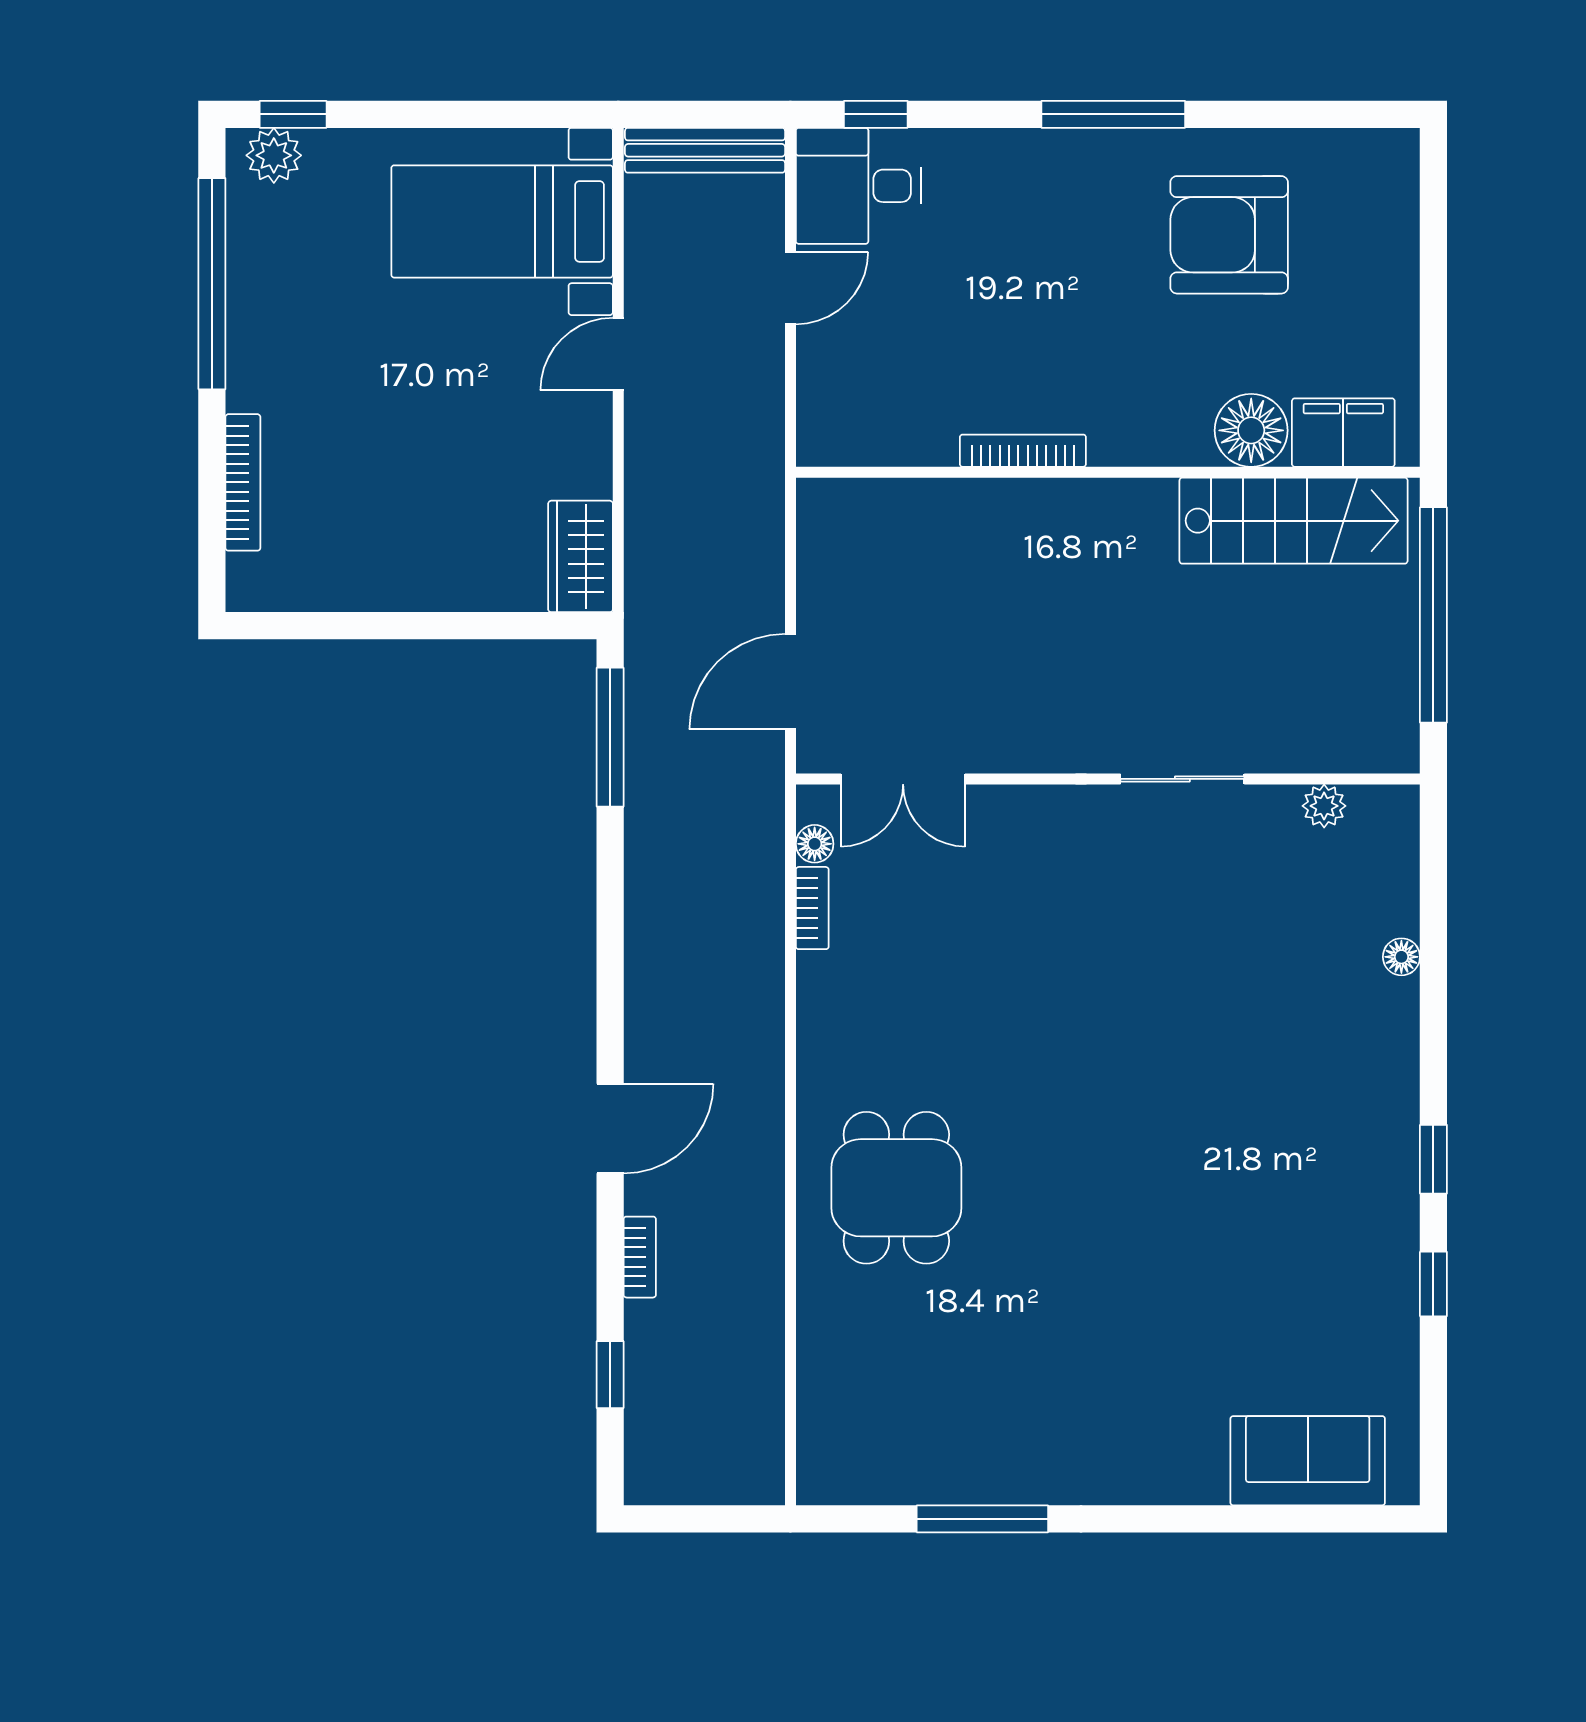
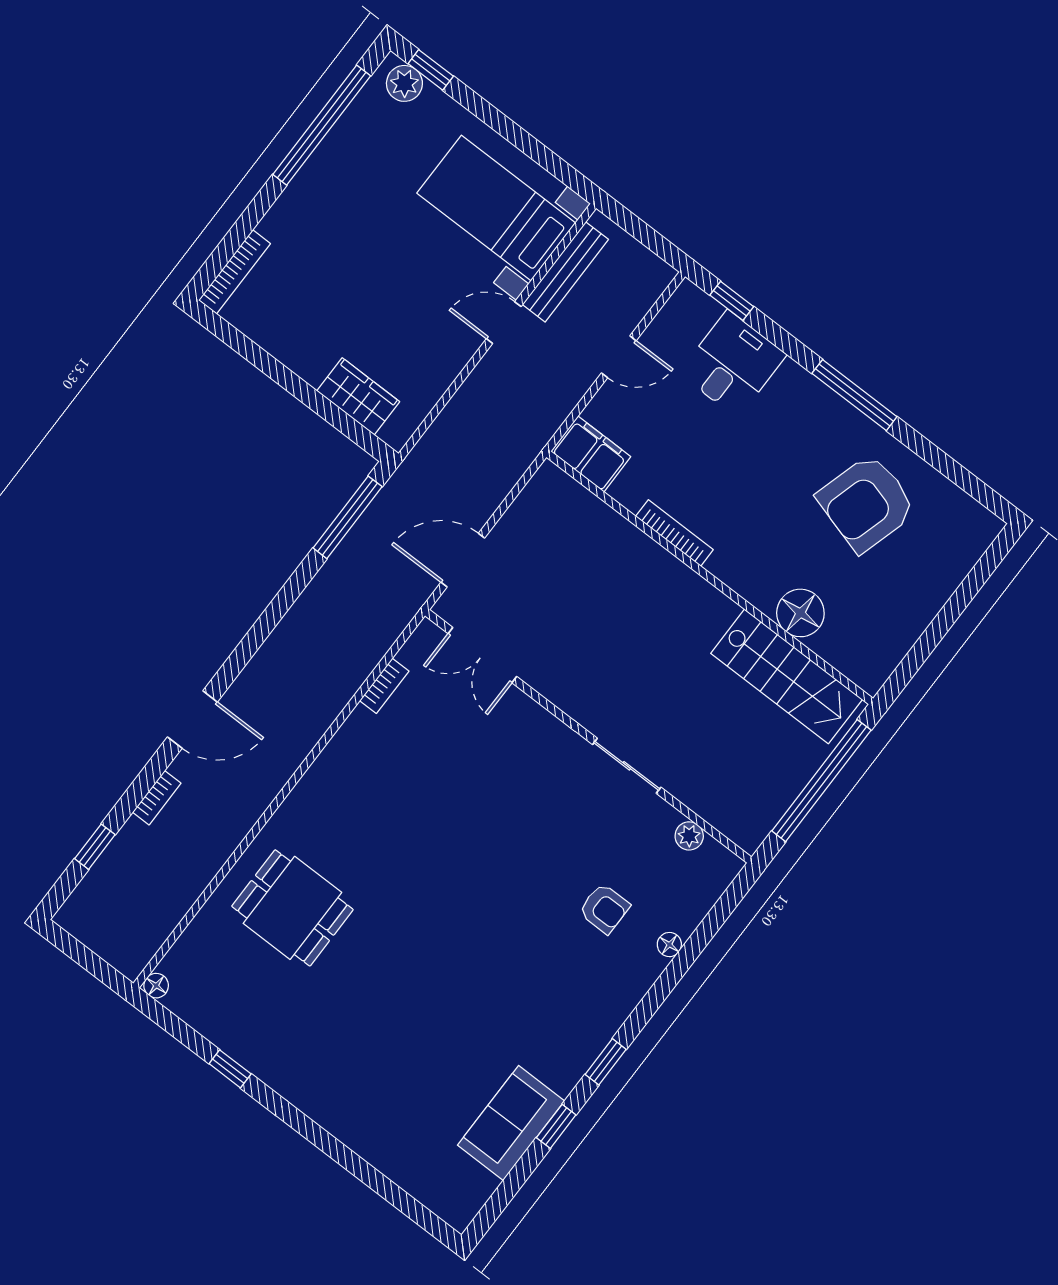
bench: (705, 150) -> (565, 272), moved, turned 90
desk: (858, 186) -> (733, 364), moved, turned 90
armchair: (1229, 235) -> (867, 503), turned -74
filing cabinet: (1343, 433) -> (591, 454), moved
bookcase: (243, 482) -> (234, 272), moved
wardrobe: (581, 556) -> (358, 396), moved, turned 90
floor lamp: (815, 844) -> (156, 986), moved
armchair: (1288, 974) -> (604, 908), added
dining table: (896, 1188) -> (292, 908), moved, turned 90
sofa: (1308, 1461) -> (511, 1123), moved, turned -90
window: (982, 1519) -> (230, 1069), width x0.46

